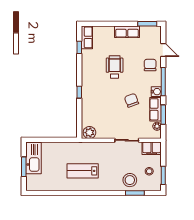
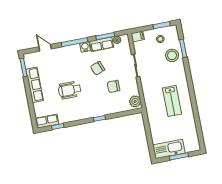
row of seats: (127, 32) -> (35, 85), width x1.48
door: (163, 50) -> (45, 48), hinge flipped
chair: (150, 65) -> (113, 86), moved
filing cabinet: (152, 148) -> (138, 36), width x0.50

